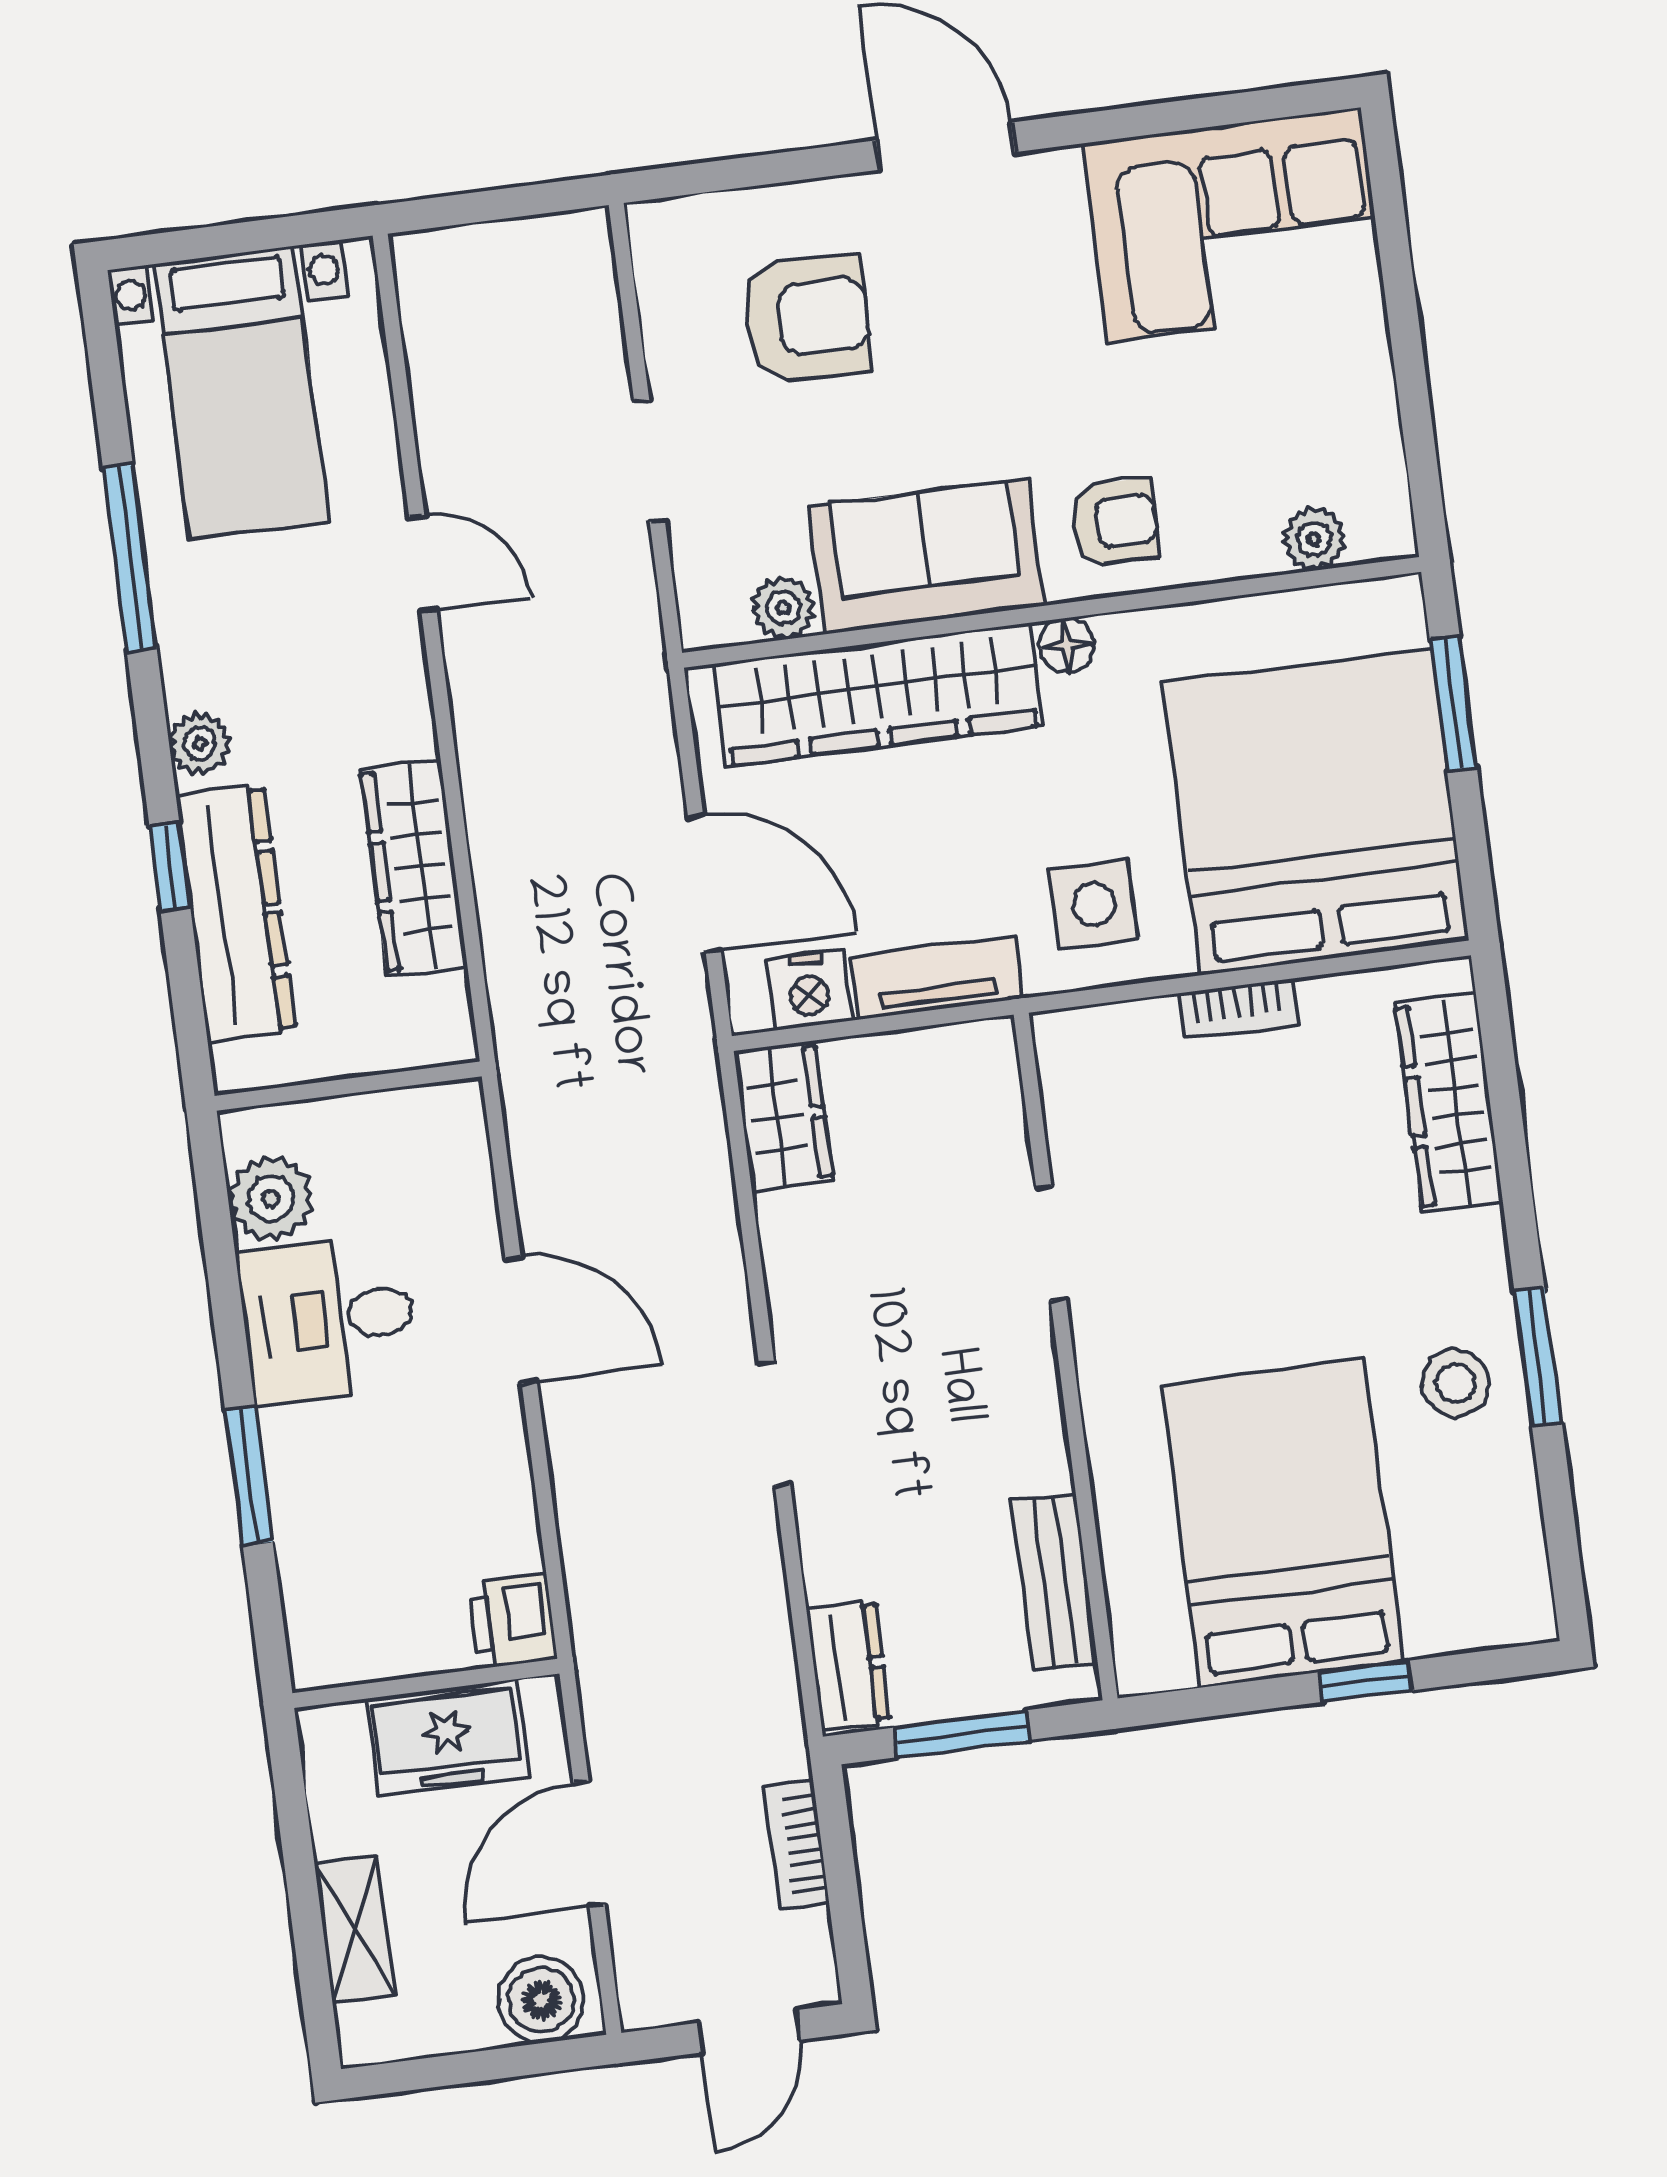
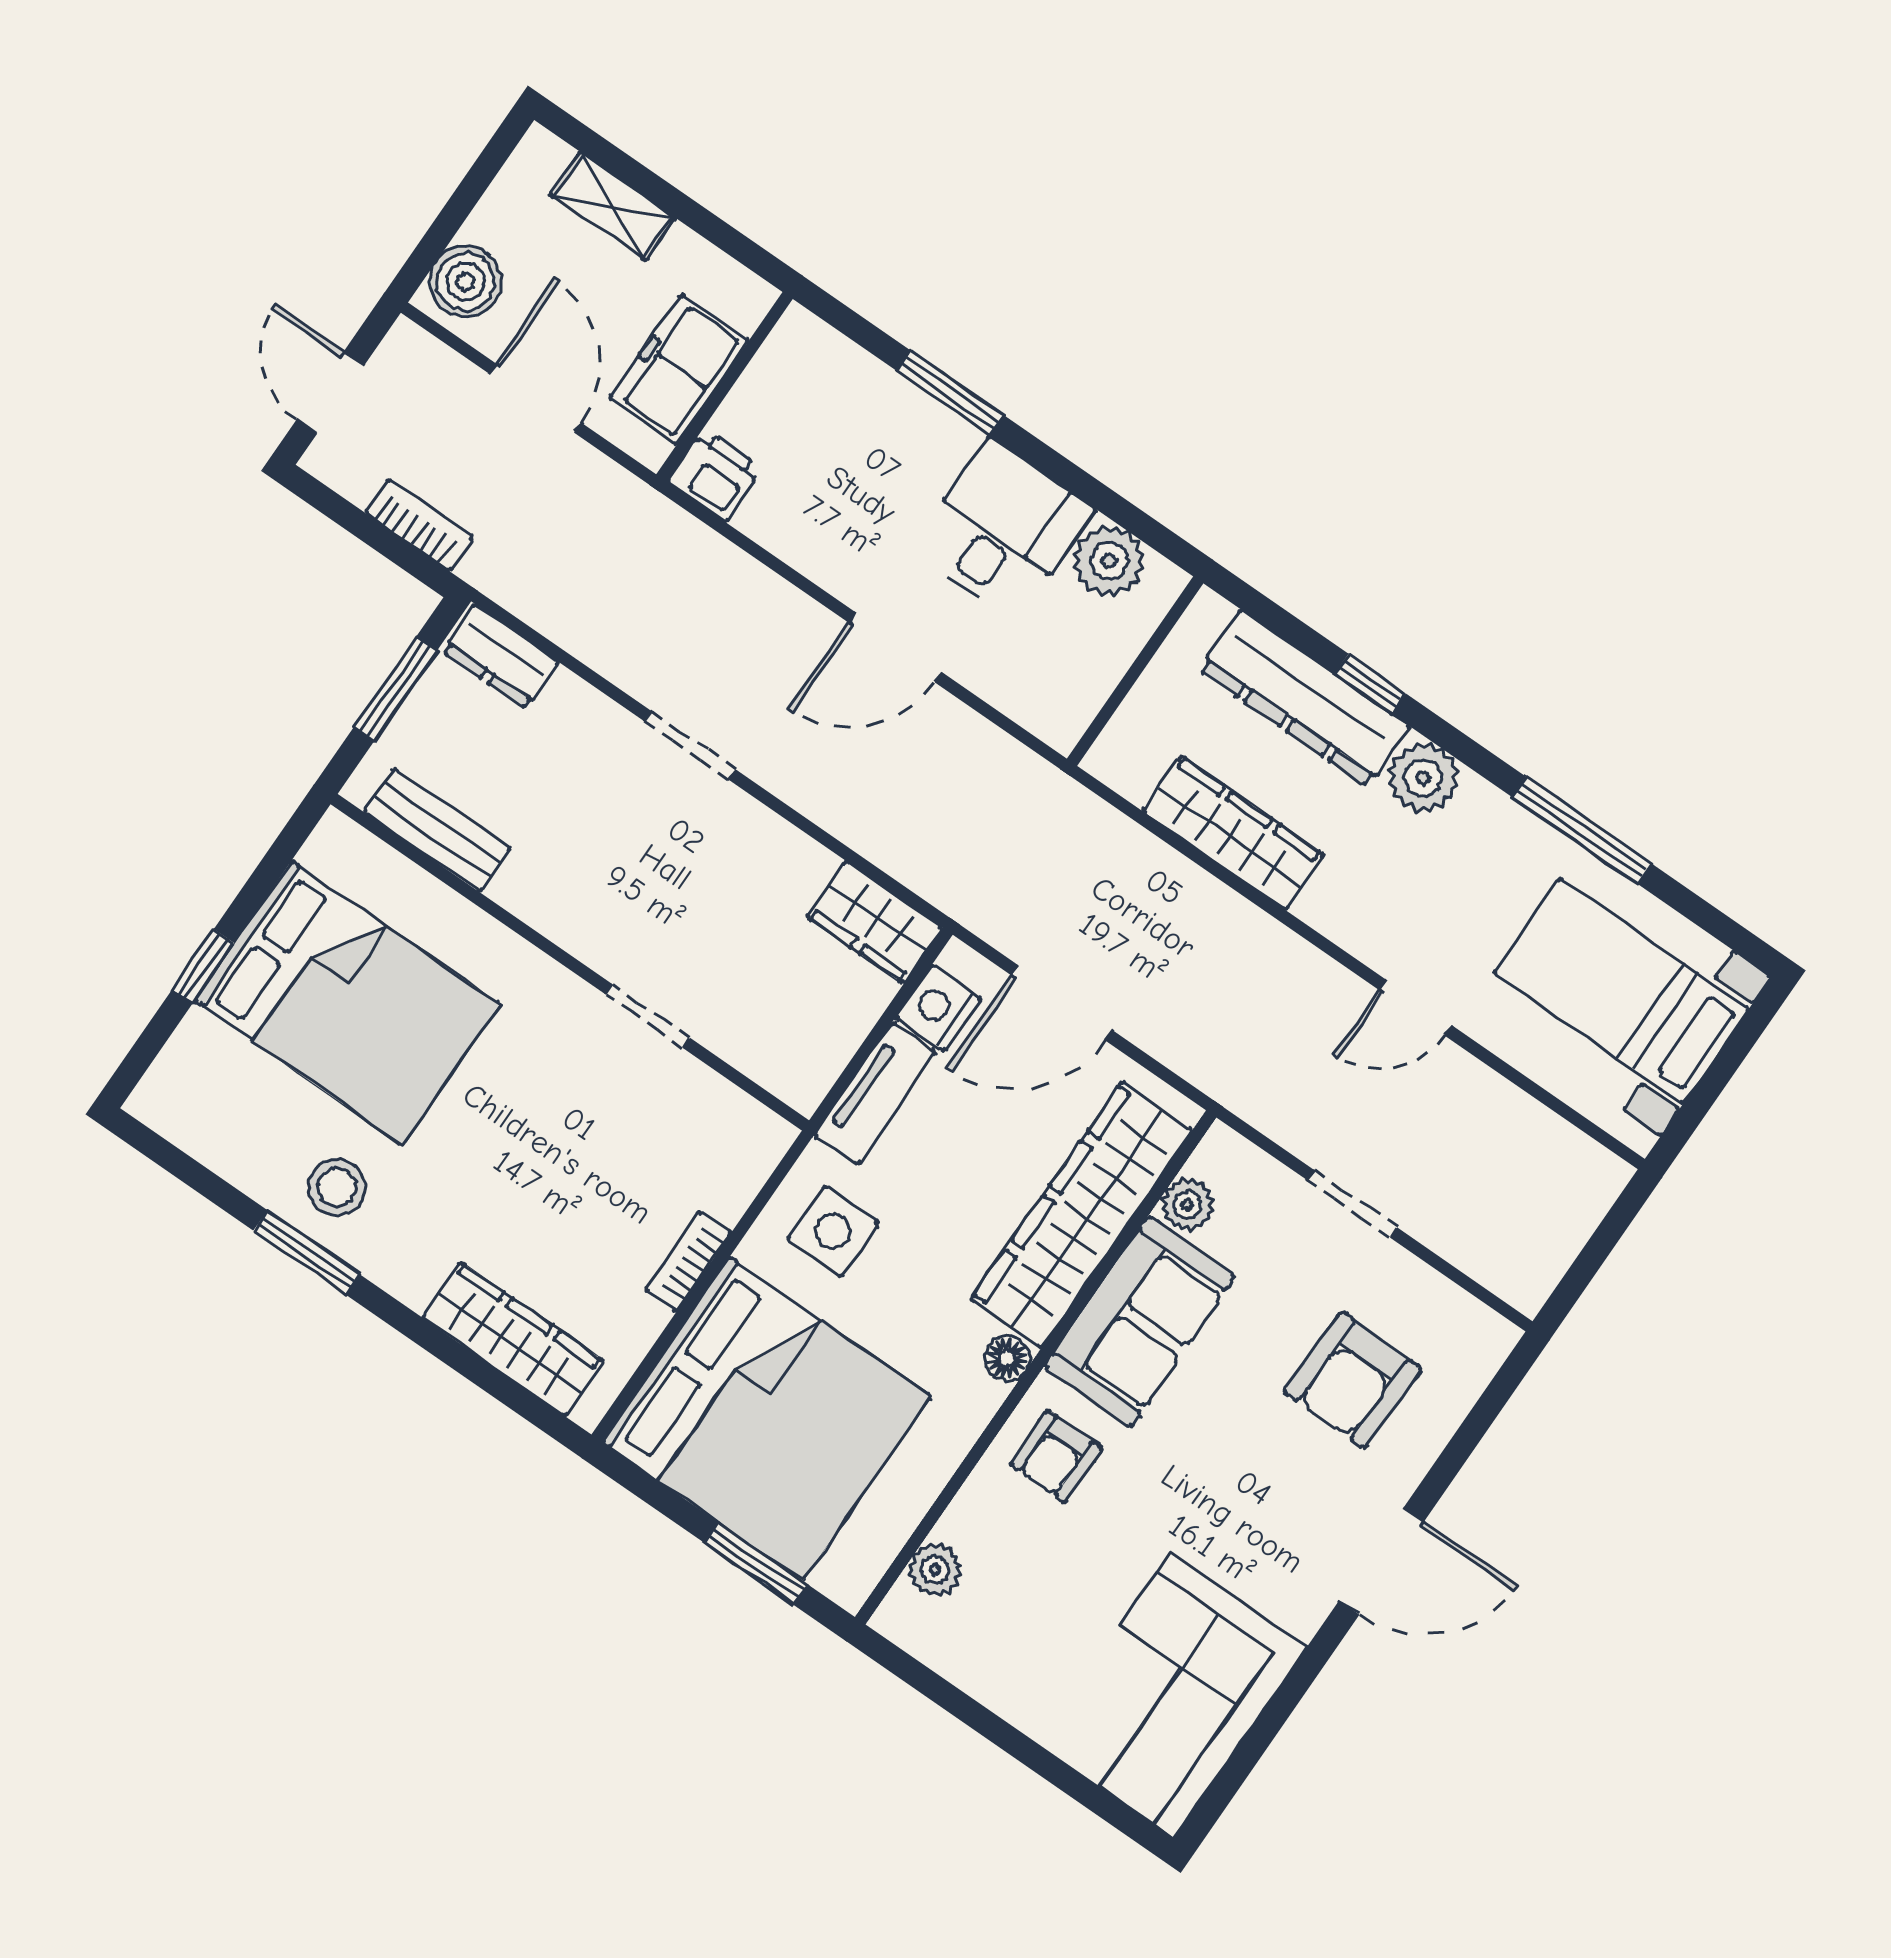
plant: (199, 744) -> (1423, 778), width x1.38, depth x1.38

